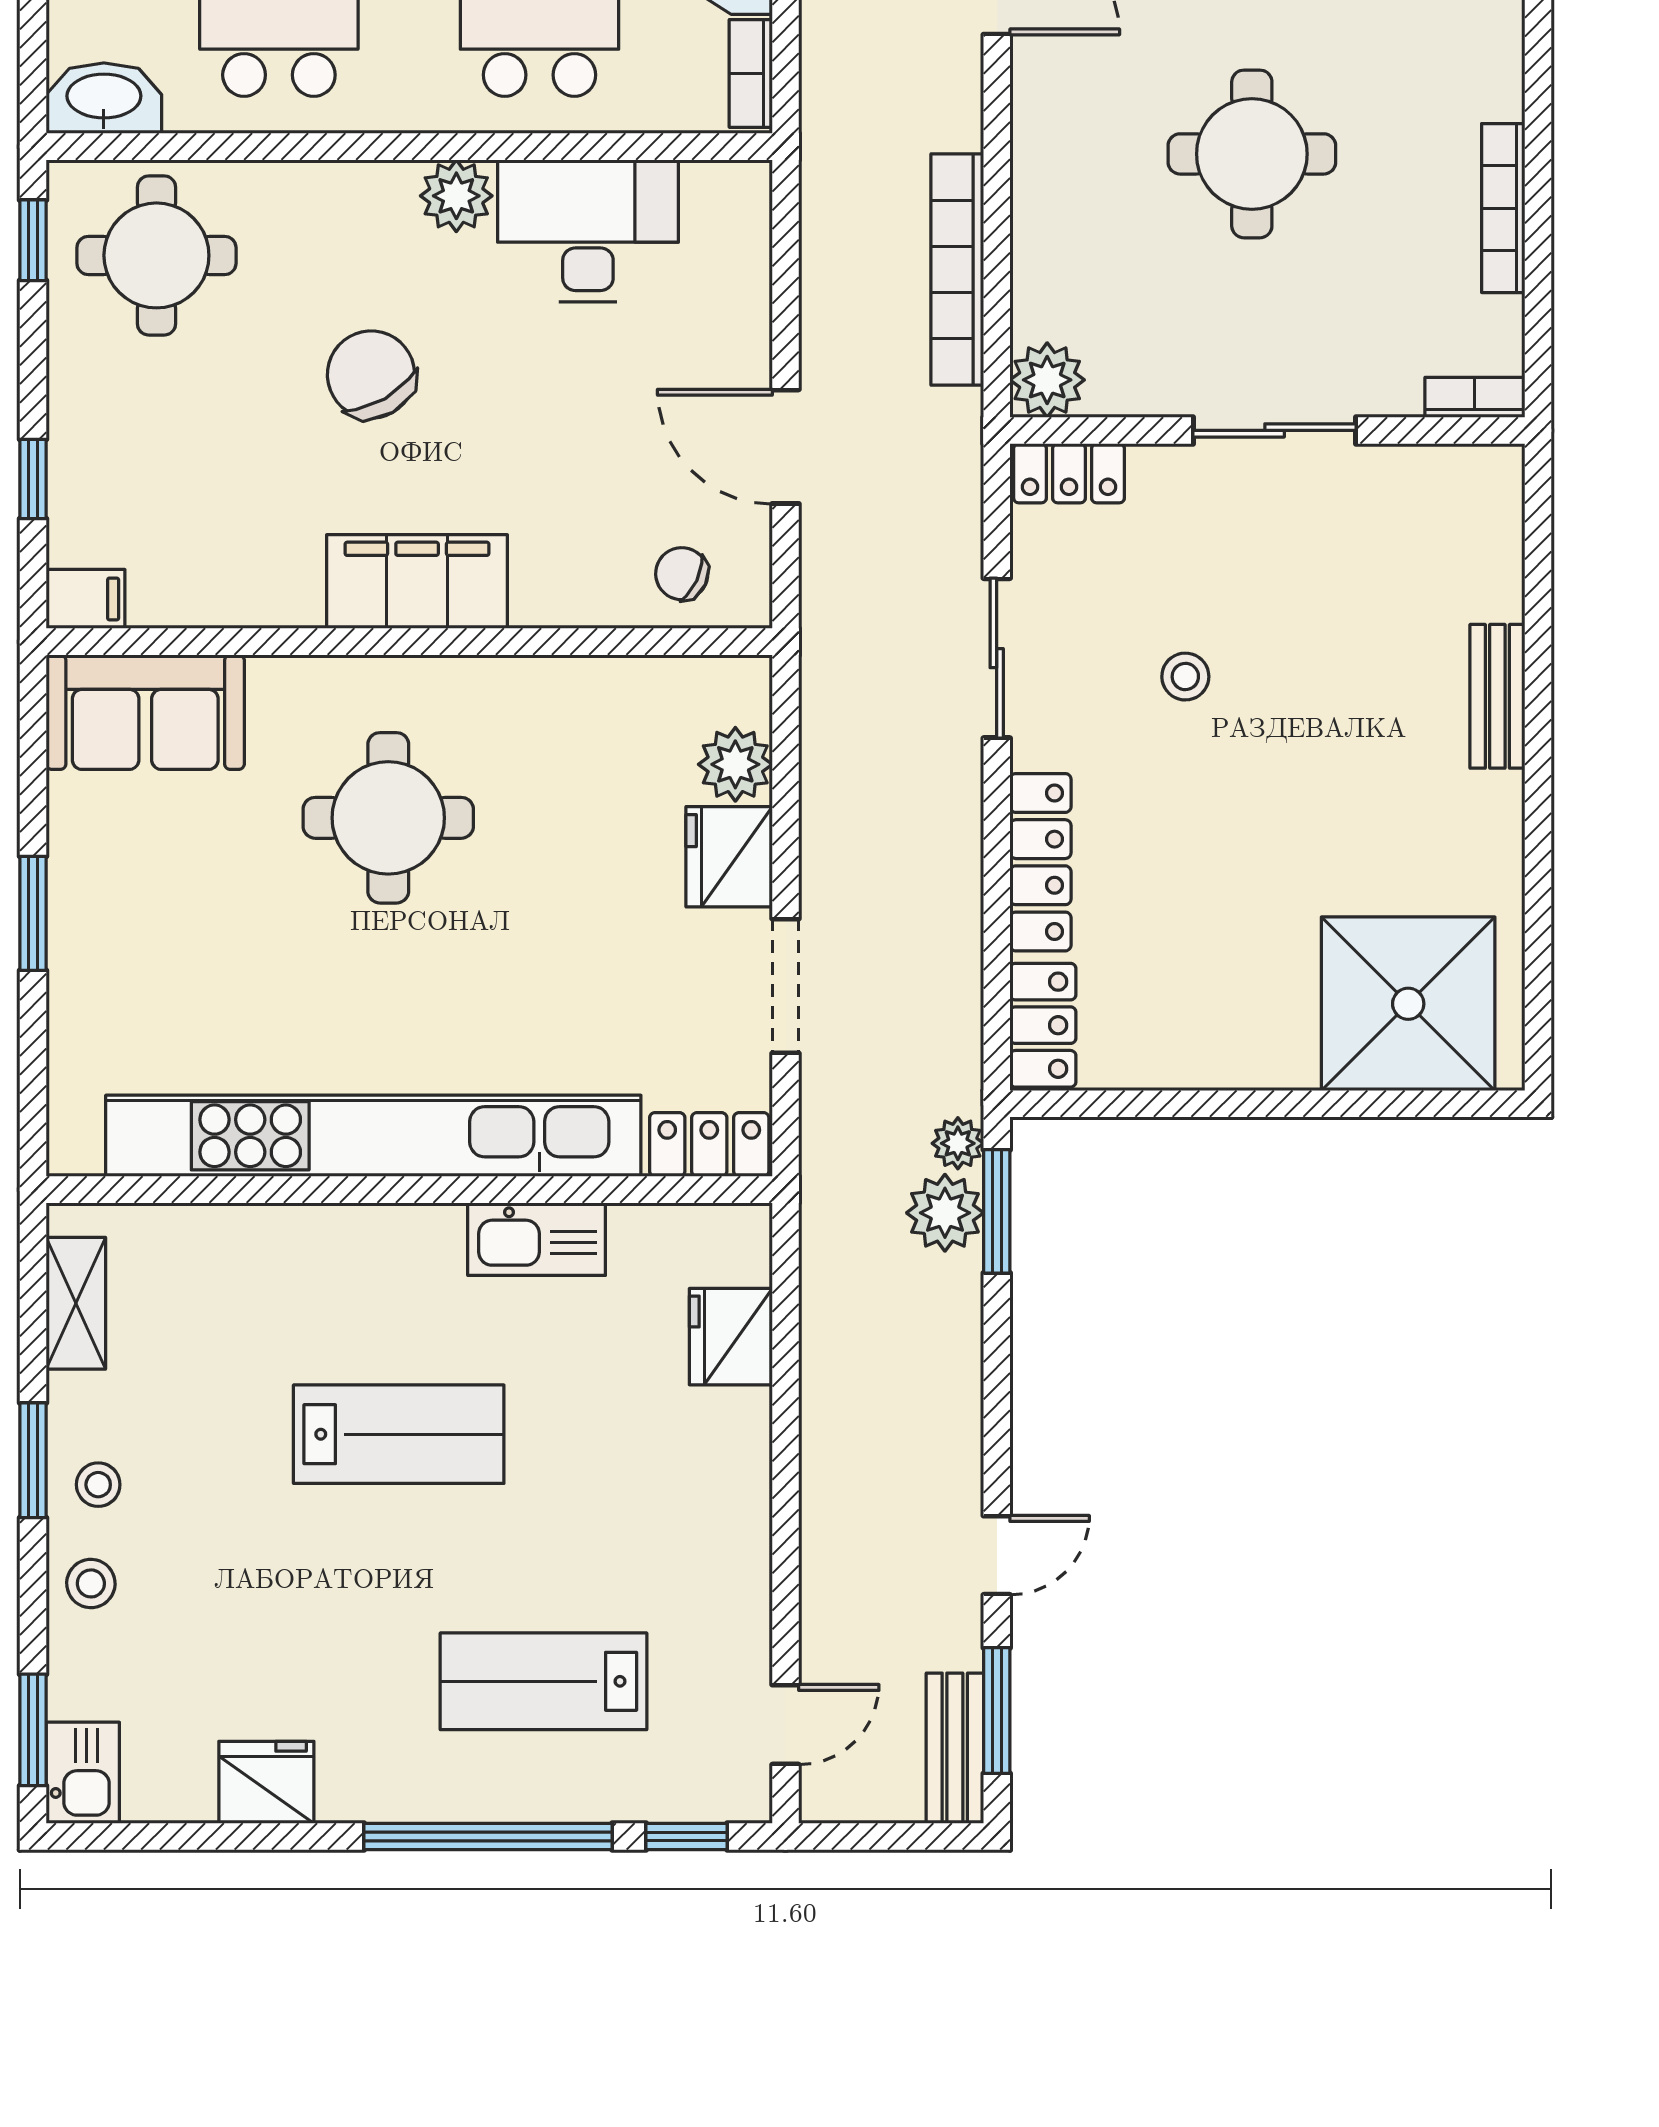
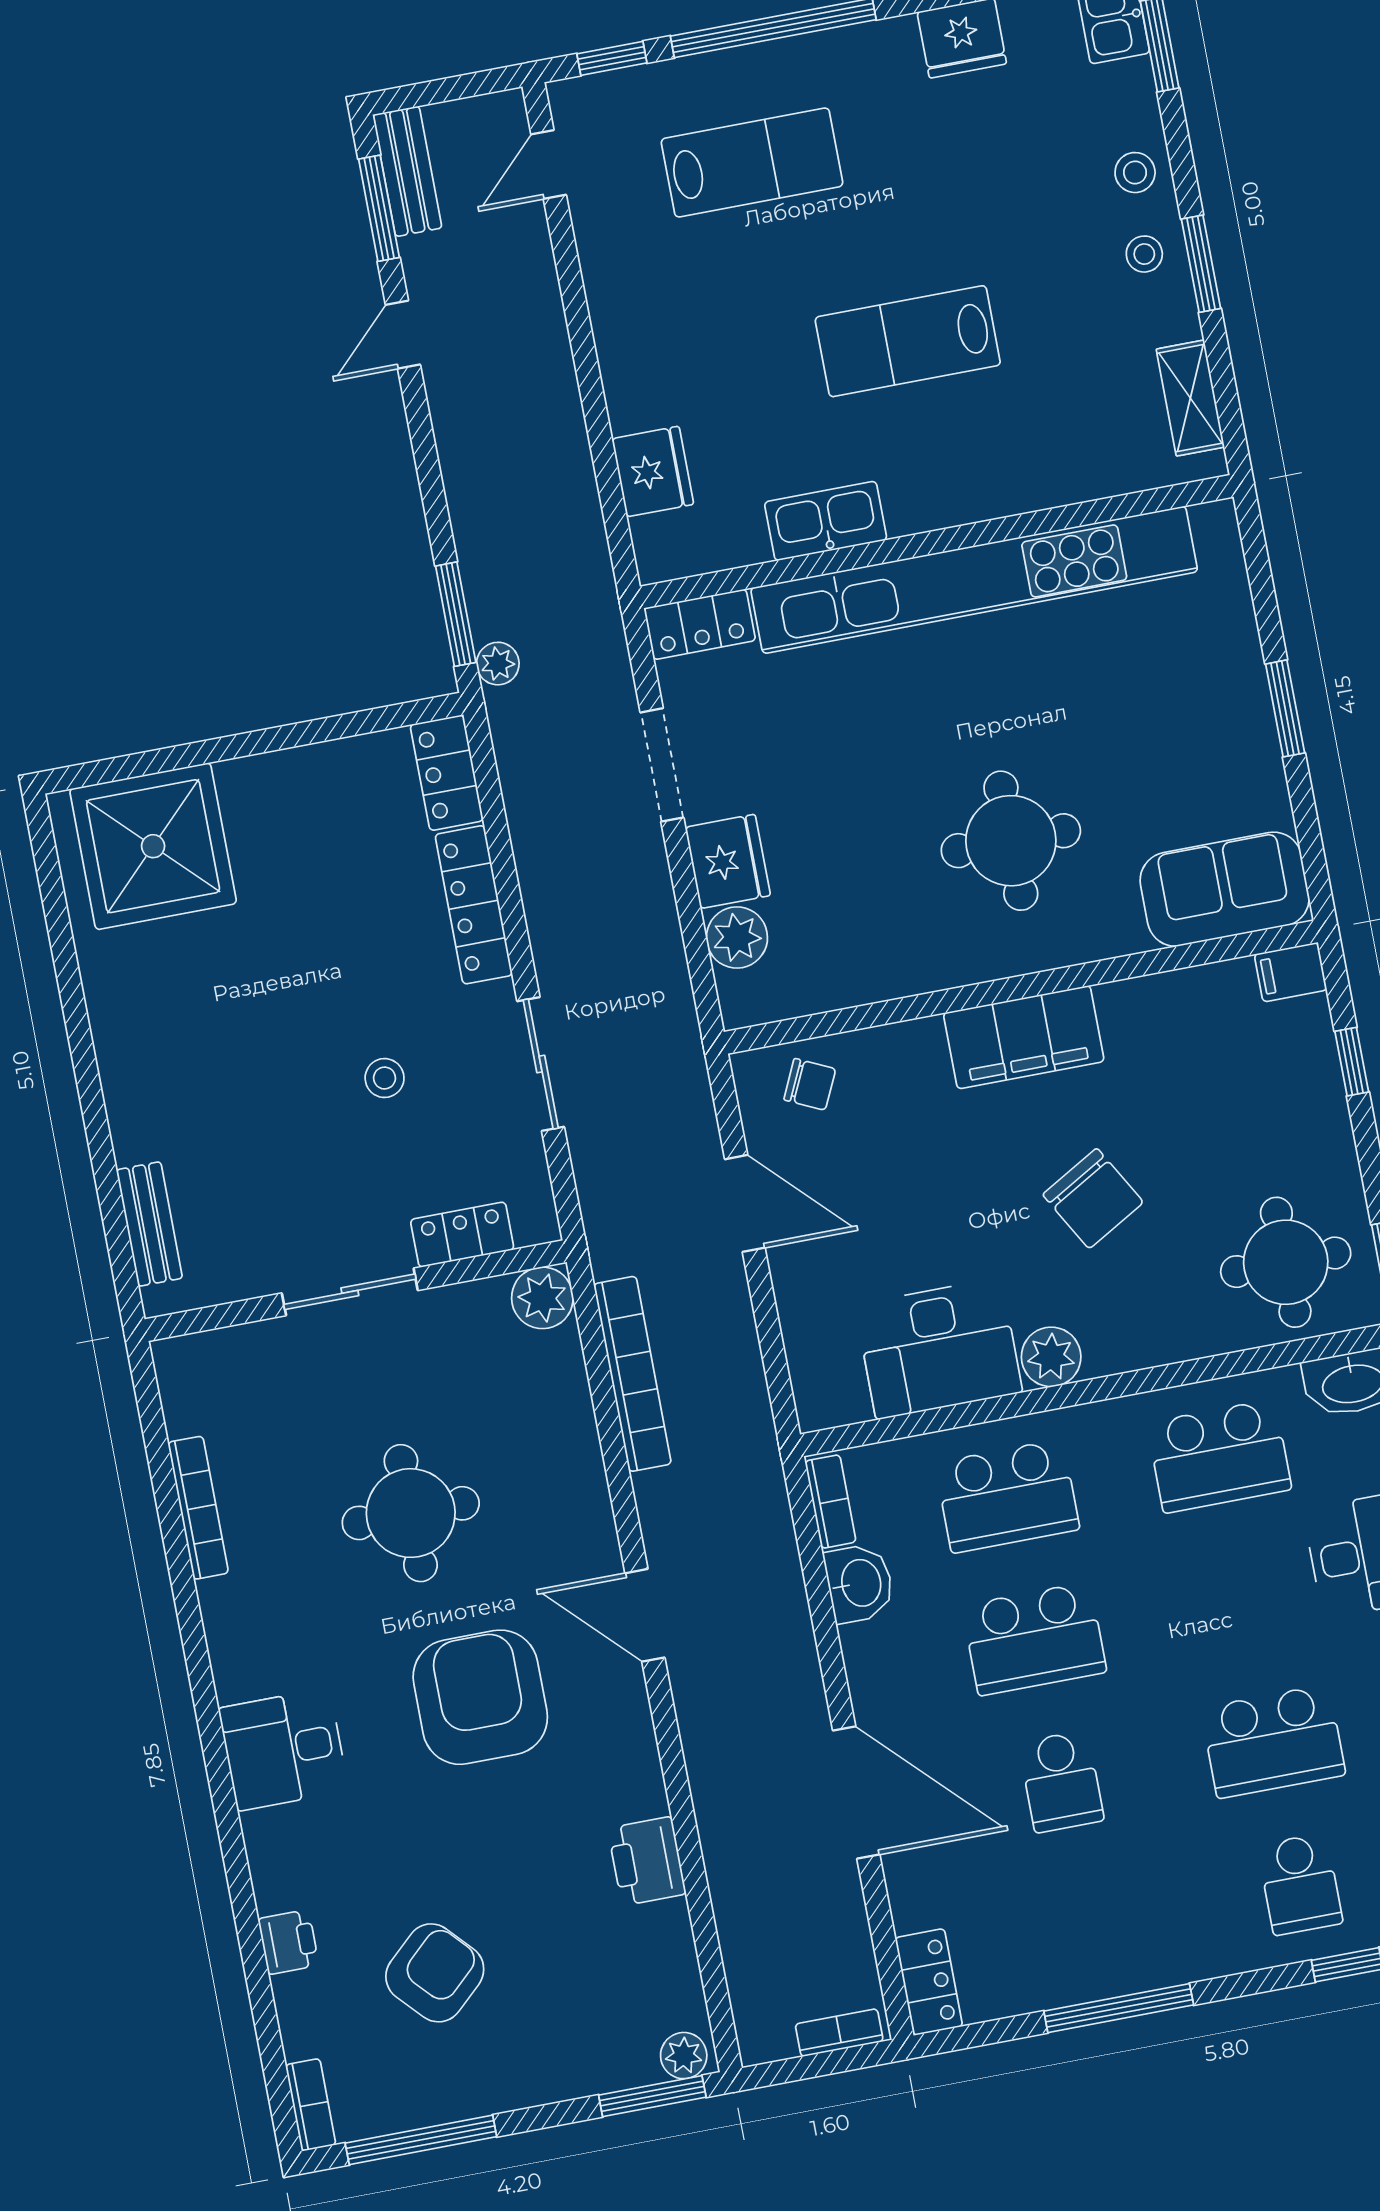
bookcase: (1475, 397) -> (192, 1350), removed
locker: (1069, 473) -> (462, 1235), moved
bench: (1497, 696) -> (149, 1224), moved
plant: (945, 1213) -> (498, 605), removed

